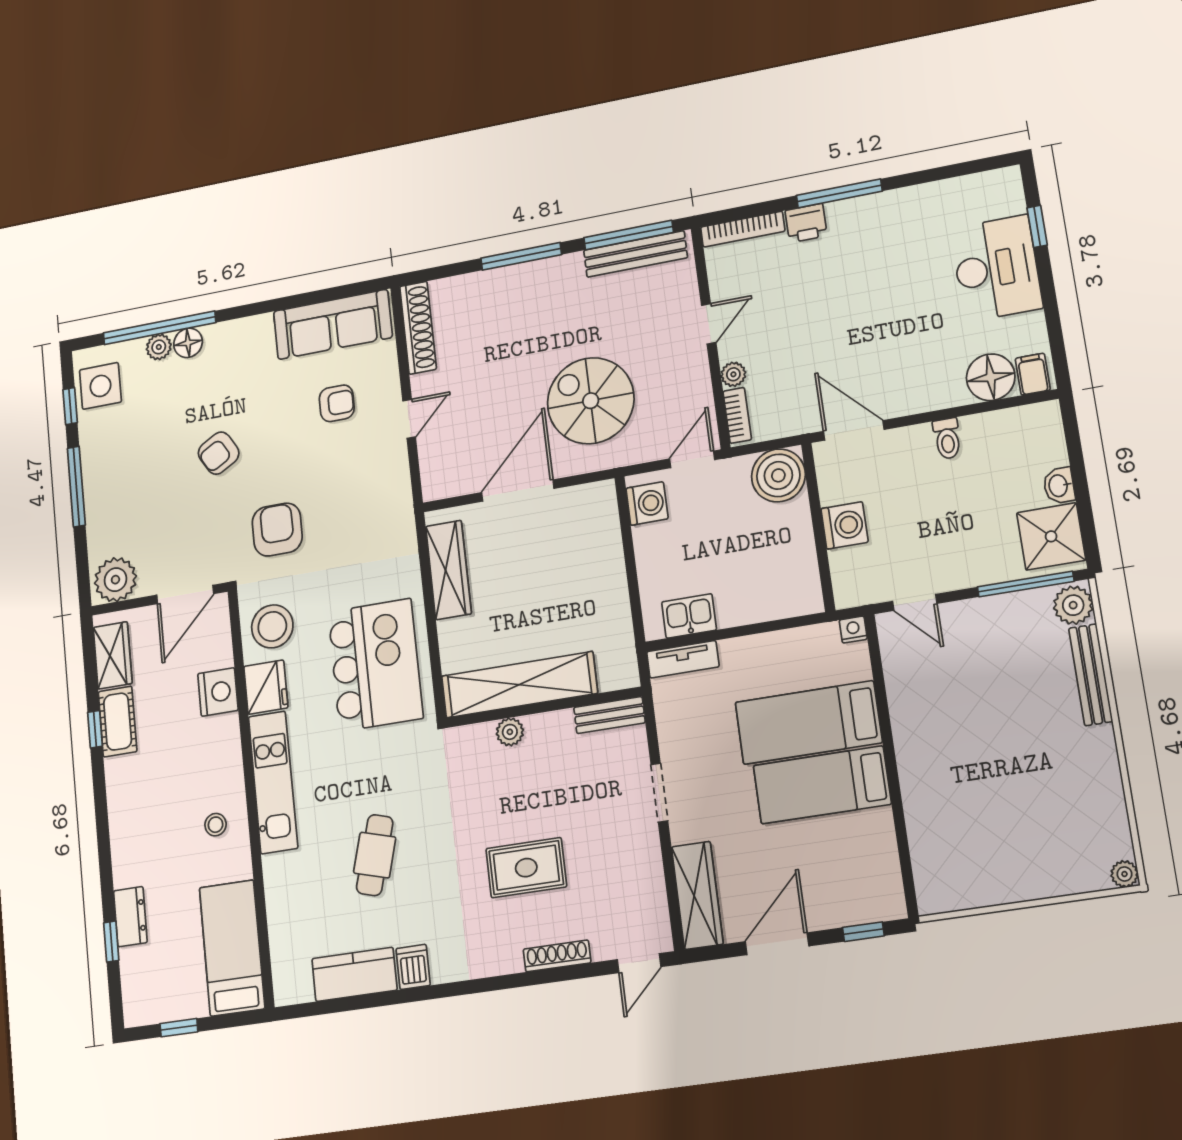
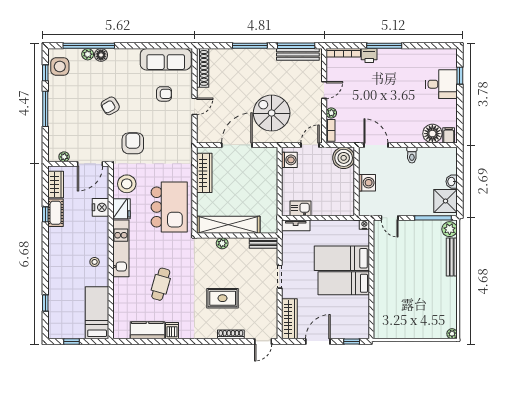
desk: (996, 268) -> (441, 84), width x0.73
plant: (115, 580) -> (64, 157), width x0.53, depth x0.53
dresser: (130, 917) -> (54, 294), removed

